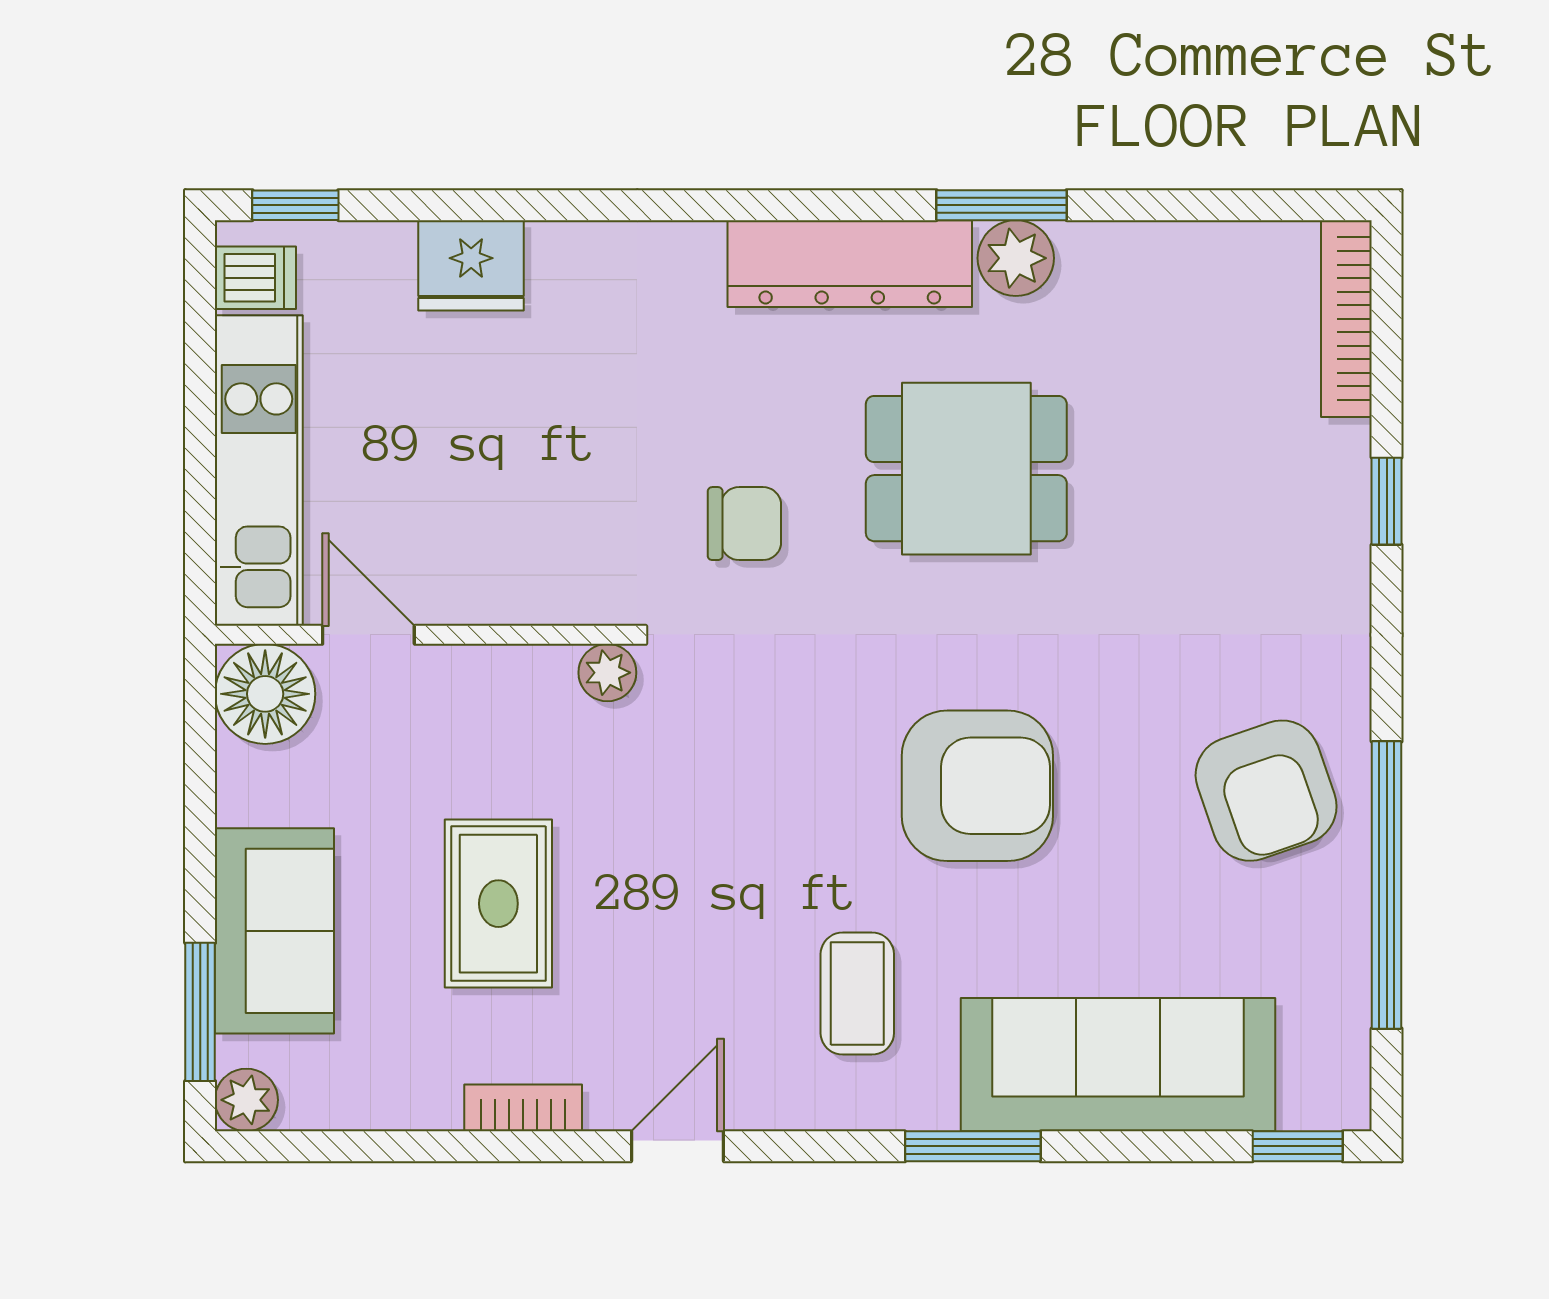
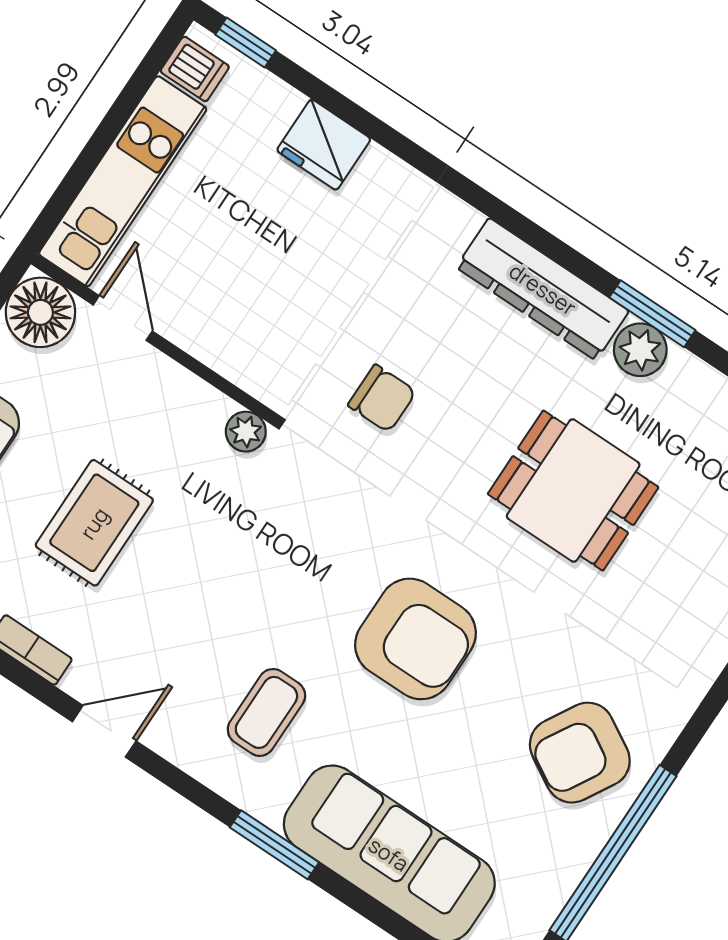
dining table: (966, 469) -> (573, 491), moved
armchair: (1266, 791) -> (580, 753), turned 49

